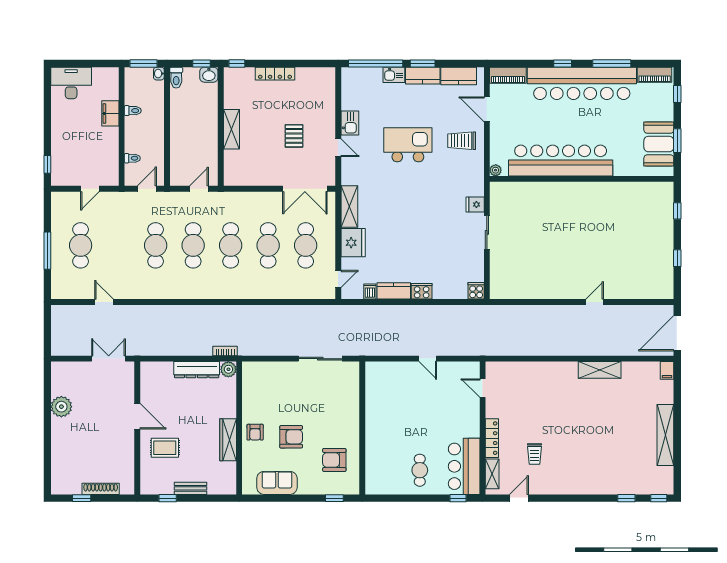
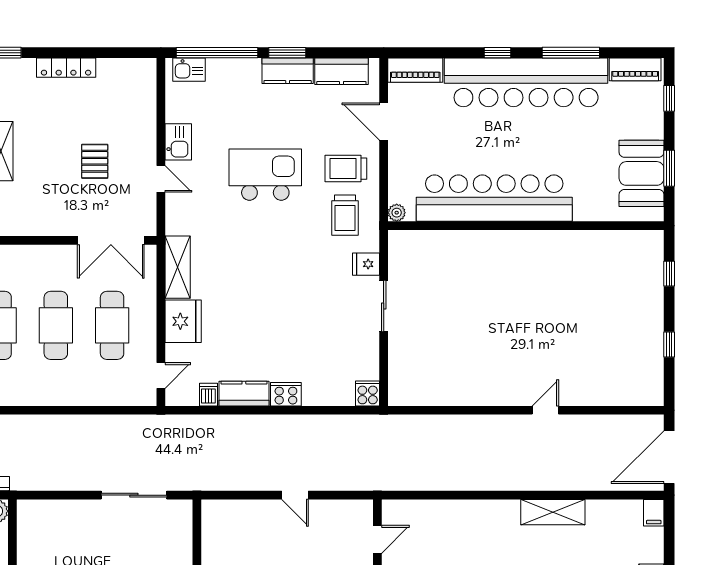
kitchen sink: (394, 75) -> (189, 70), moved
trolley: (461, 172) -> (345, 215), added
door: (483, 388) -> (377, 539), swing flipped

